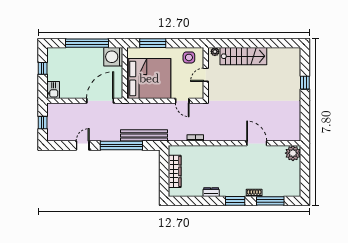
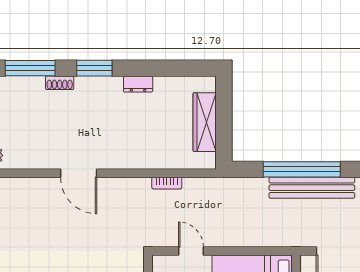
bench: (144, 135) -> (312, 188), moved
door: (257, 143) -> (79, 173), moved

